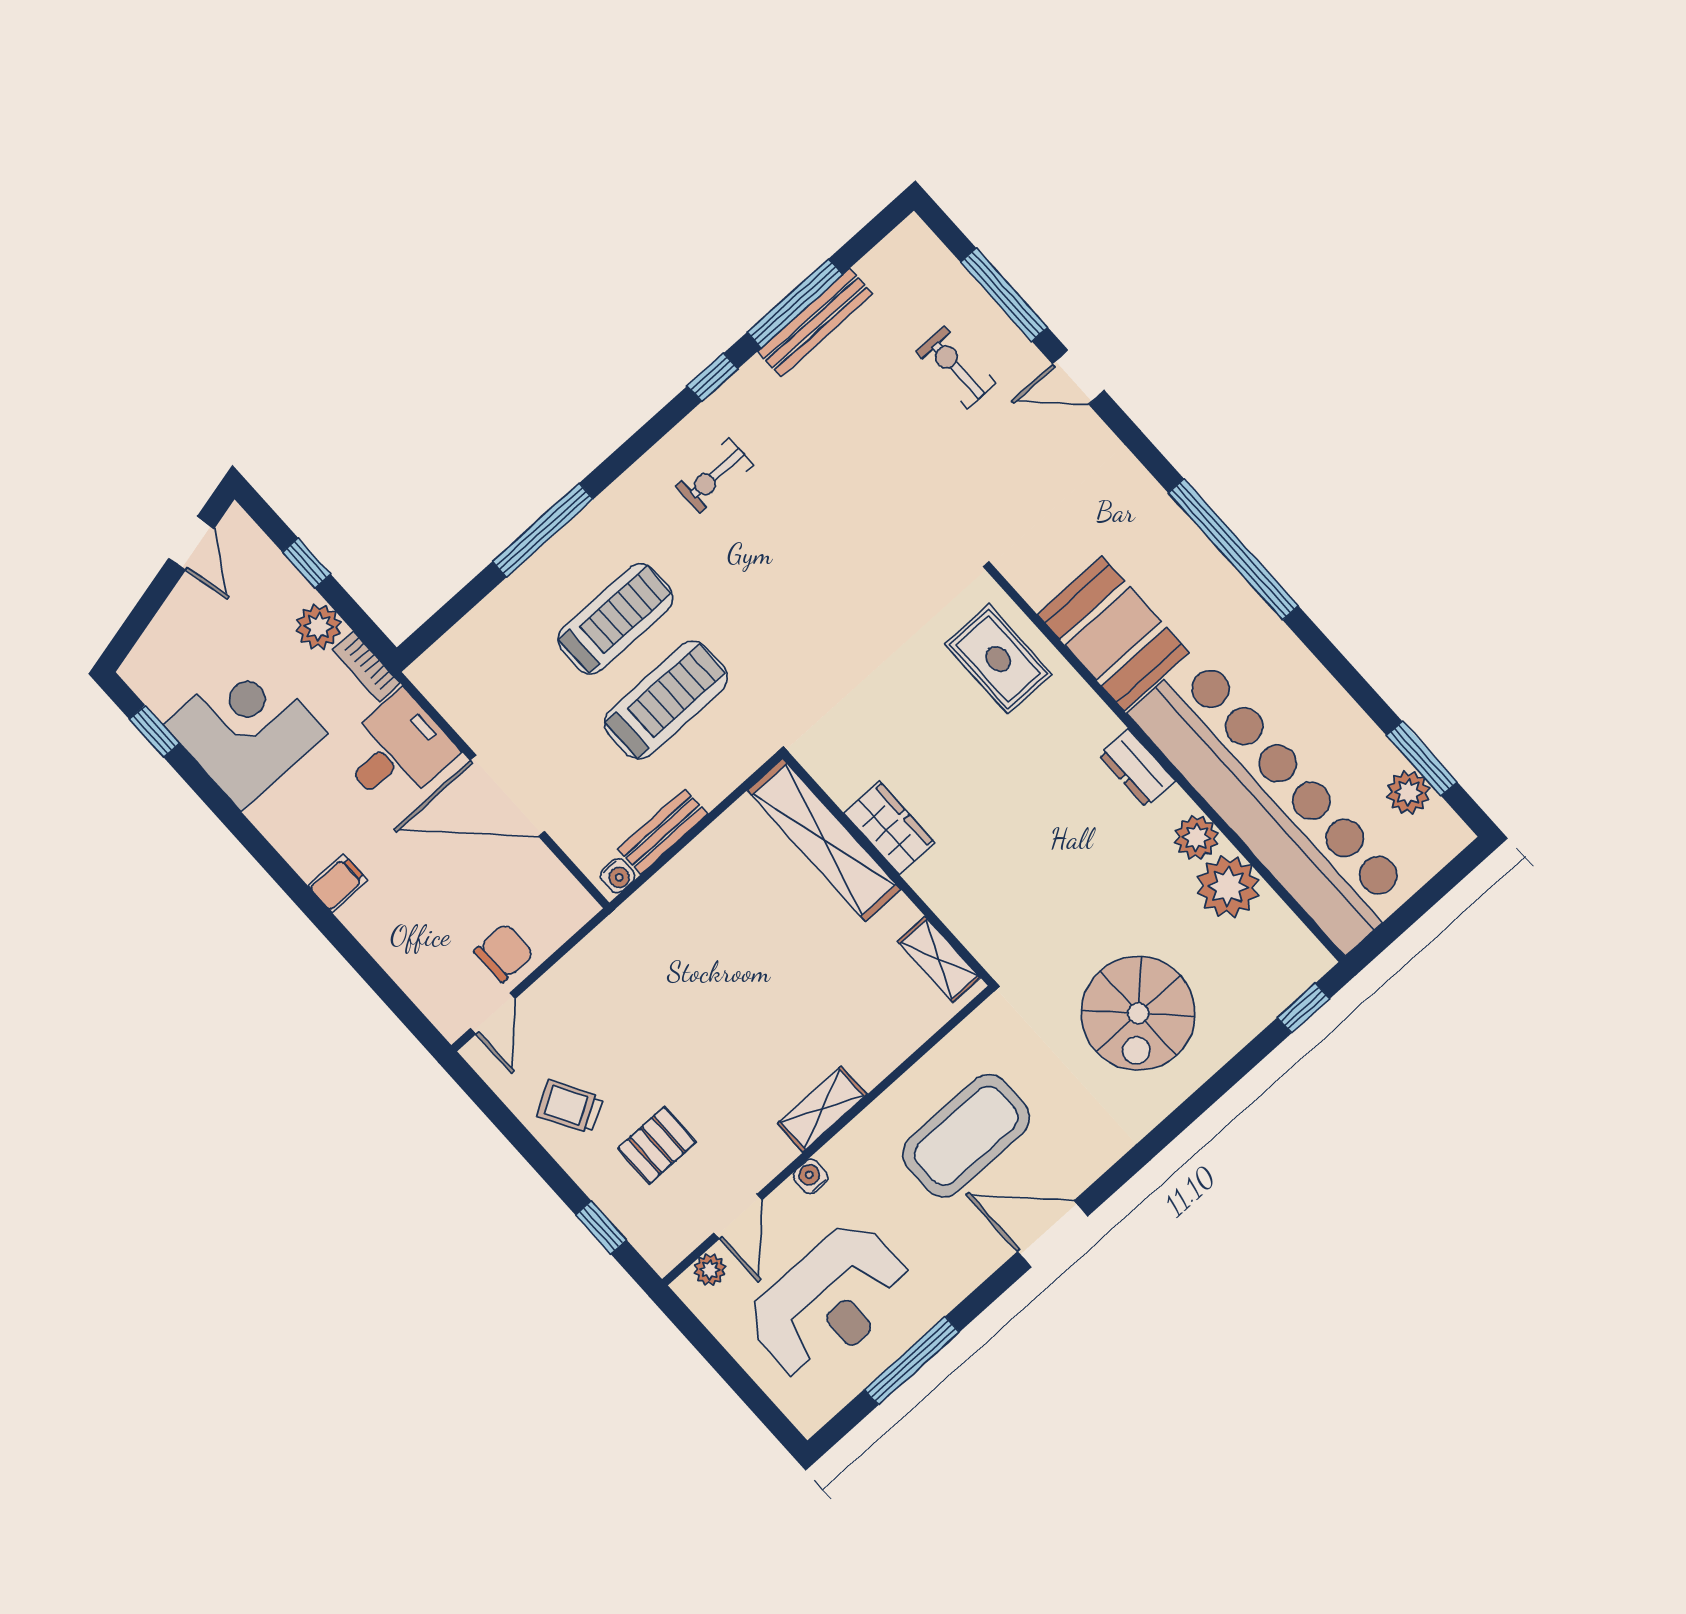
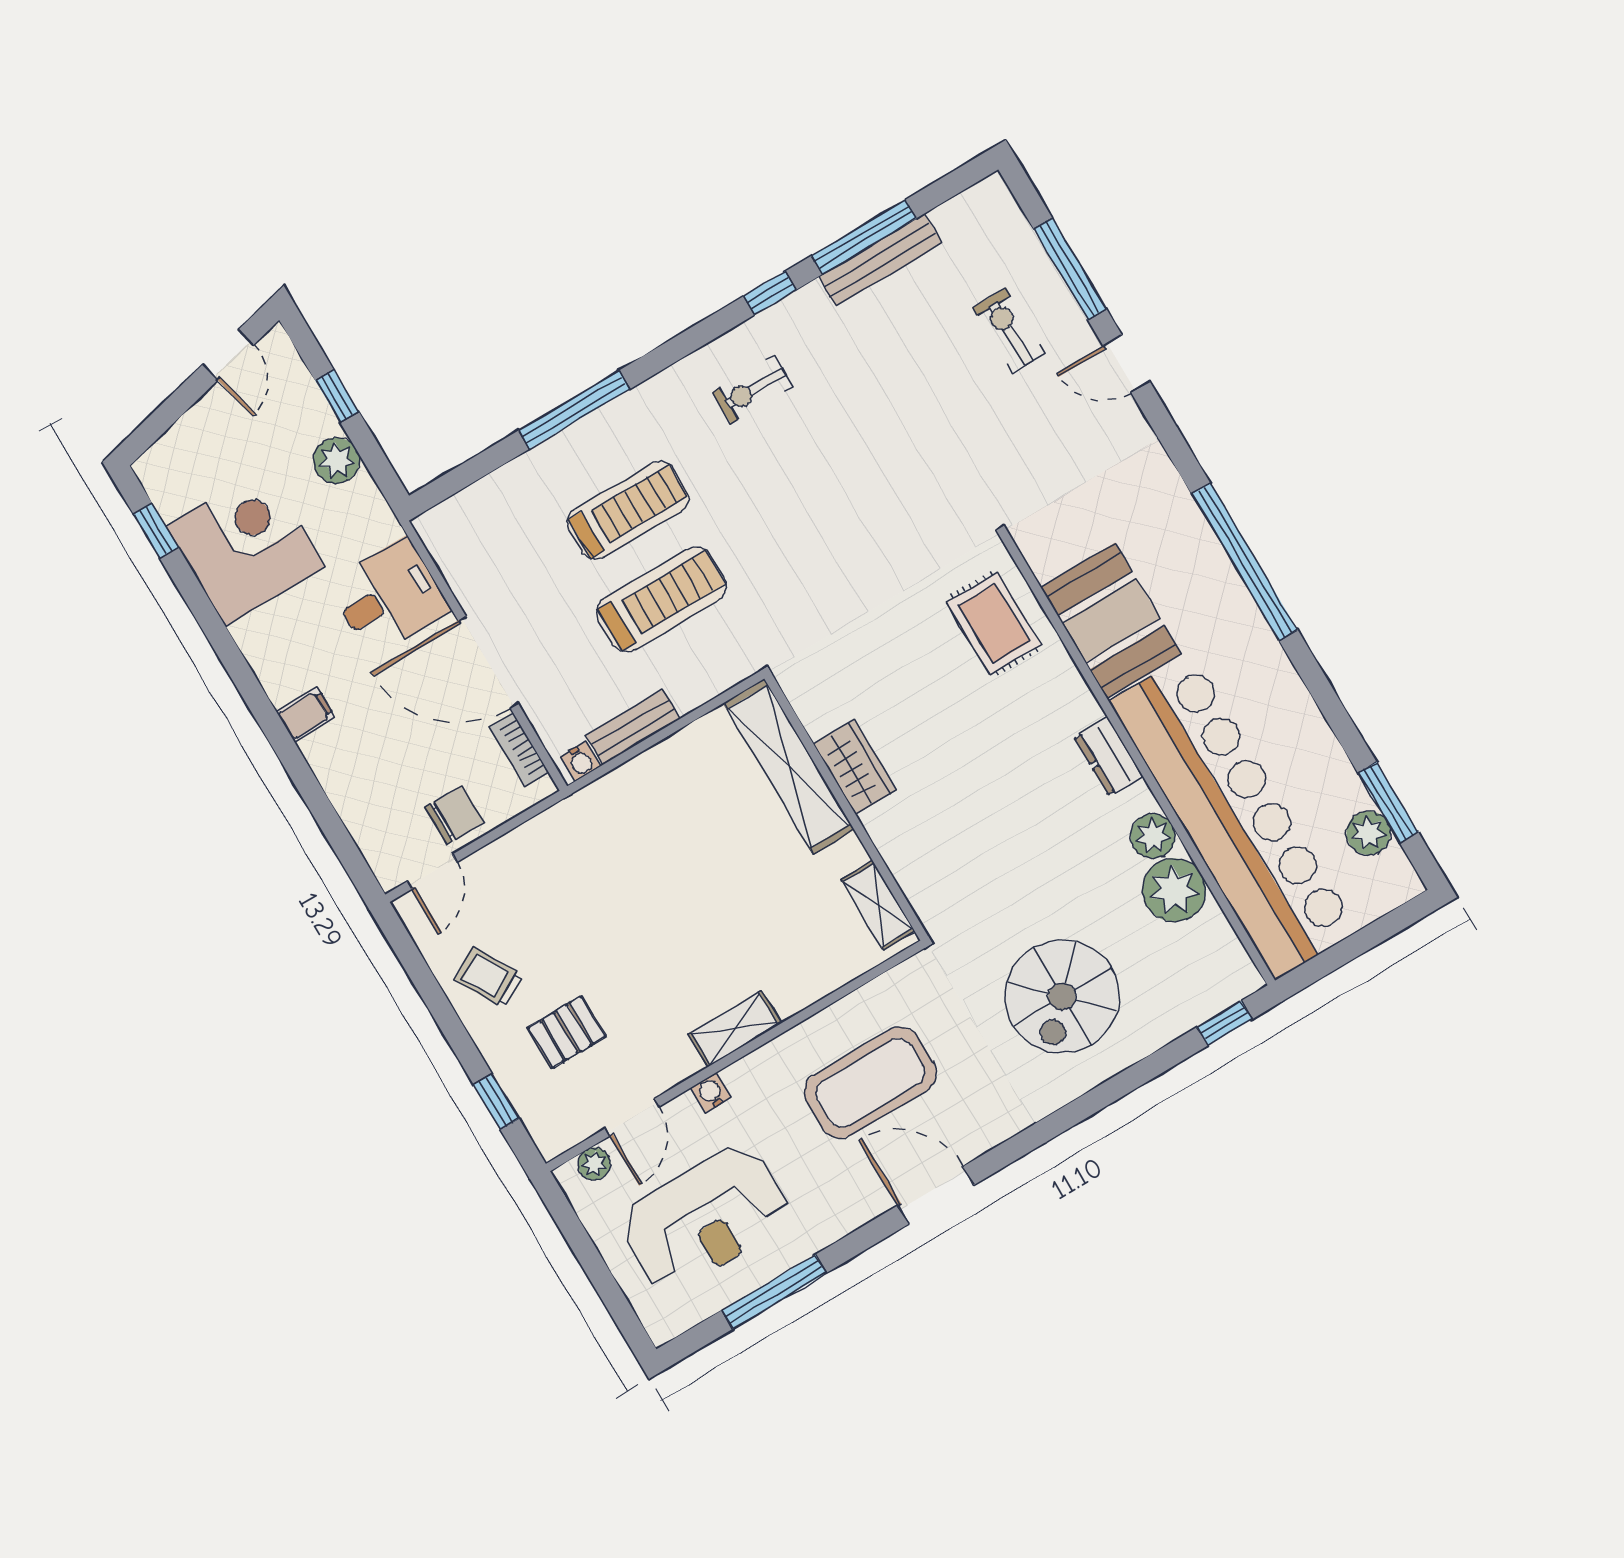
bookcase: (366, 667) -> (519, 750), moved

